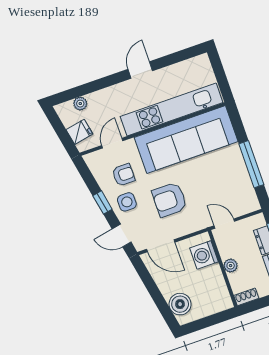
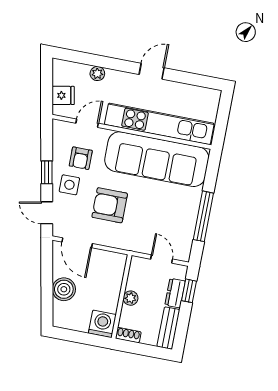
plant: (80, 104) -> (97, 74), moved
armchair: (123, 175) -> (81, 158), turned 90
door: (224, 224) -> (162, 259), moved
washing machine: (204, 255) -> (102, 324), moved, turned 90
boiler: (180, 304) -> (64, 289), moved

